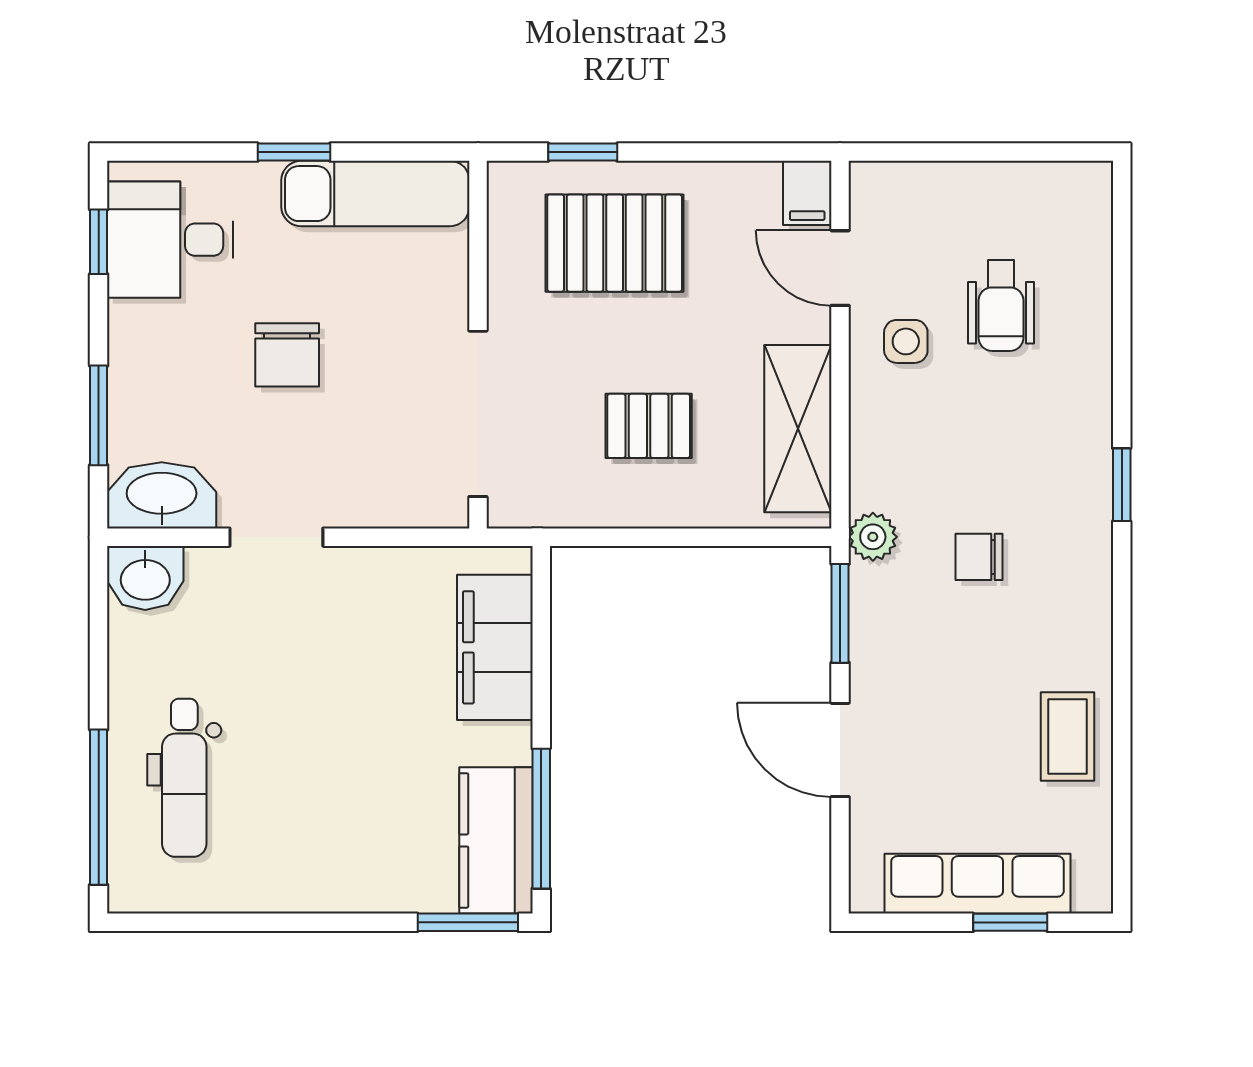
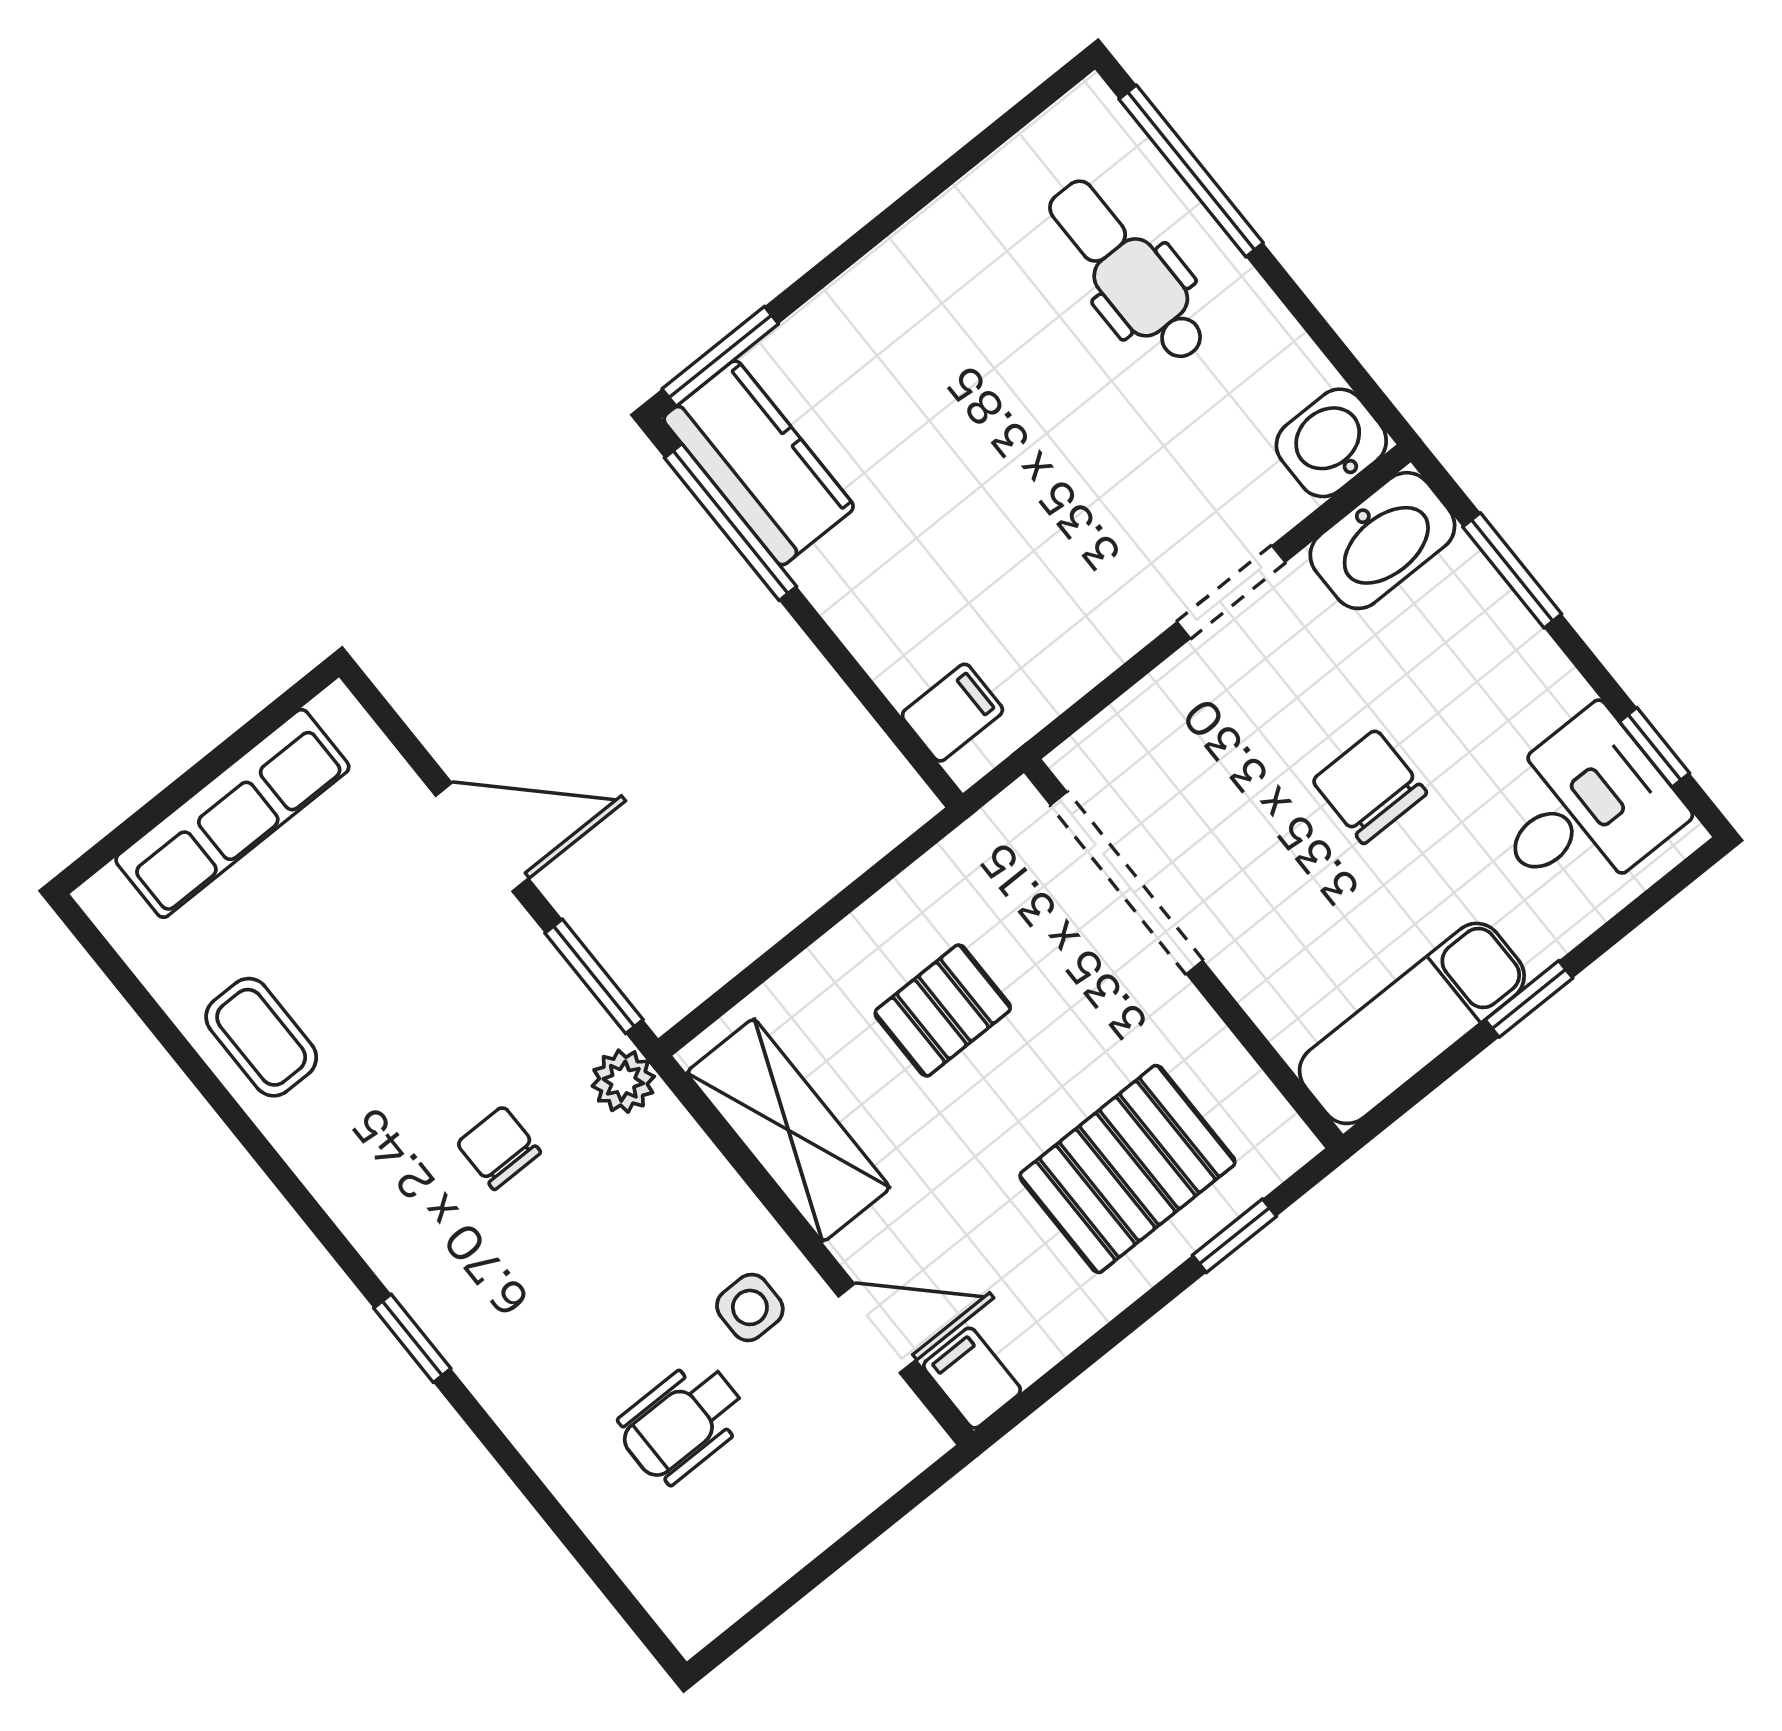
wheelchair: (1001, 306) -> (682, 1422), turned -90
chair: (979, 557) -> (499, 1148), turned -90
filing cabinet: (495, 647) -> (952, 713), width x0.33, depth x0.86
window: (1010, 922) -> (167, 801), removed

